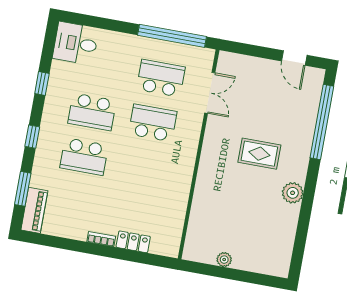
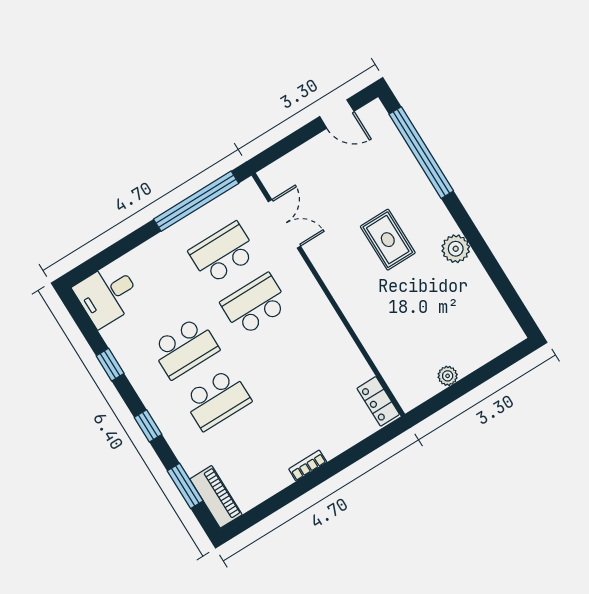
rug: (259, 154) -> (388, 240), turned 90
locker: (133, 242) -> (378, 401), moved, turned -90

